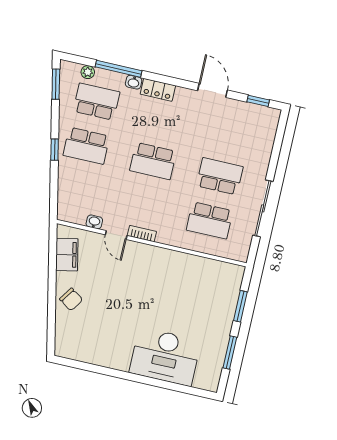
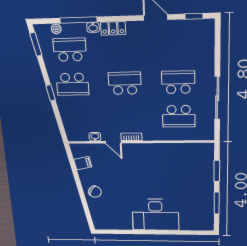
school desk: (153, 161) -> (125, 83), turned 180
filing cabinet: (67, 255) -> (83, 163), width x0.50
desk: (165, 357) -> (155, 215), moved

